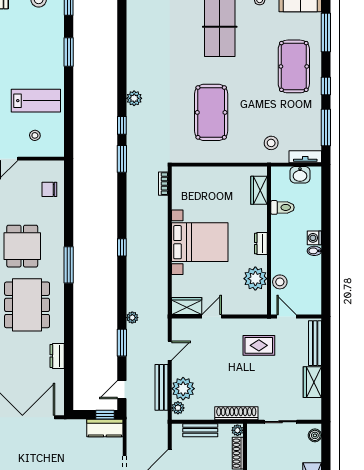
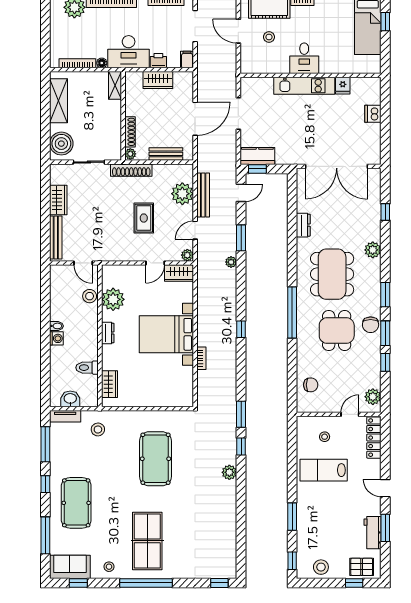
bookcase: (163, 184) -> (201, 358), moved
window: (69, 265) -> (292, 312), width x1.46
rug: (259, 345) -> (144, 218), moved, turned 90
plant: (178, 408) -> (187, 255), moved
boiler: (315, 435) -> (61, 144), width x1.86, depth x1.86

